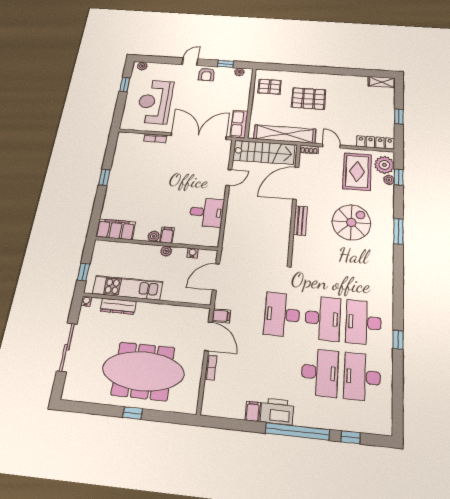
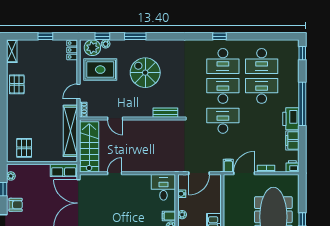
pallet: (308, 99) -> (17, 84), moved, width x0.67, depth x0.71
locker: (375, 142) -> (72, 50), width x0.66
door: (229, 178) -> (115, 173), hinge flipped
door: (296, 183) -> (115, 118), width x0.53
desk: (207, 212) -> (163, 187), moved
bench: (300, 221) -> (165, 113), moved
window: (398, 231) -> (135, 36), moved
door: (216, 277) -> (199, 173), hinge flipped
desk: (282, 314) -> (223, 121), turned 180
window: (398, 340) -> (220, 36), moved
printer: (209, 407) -> (292, 166), added
filing cabinet: (253, 411) -> (292, 140), width x2.00
window: (351, 437) -> (302, 53), moved

